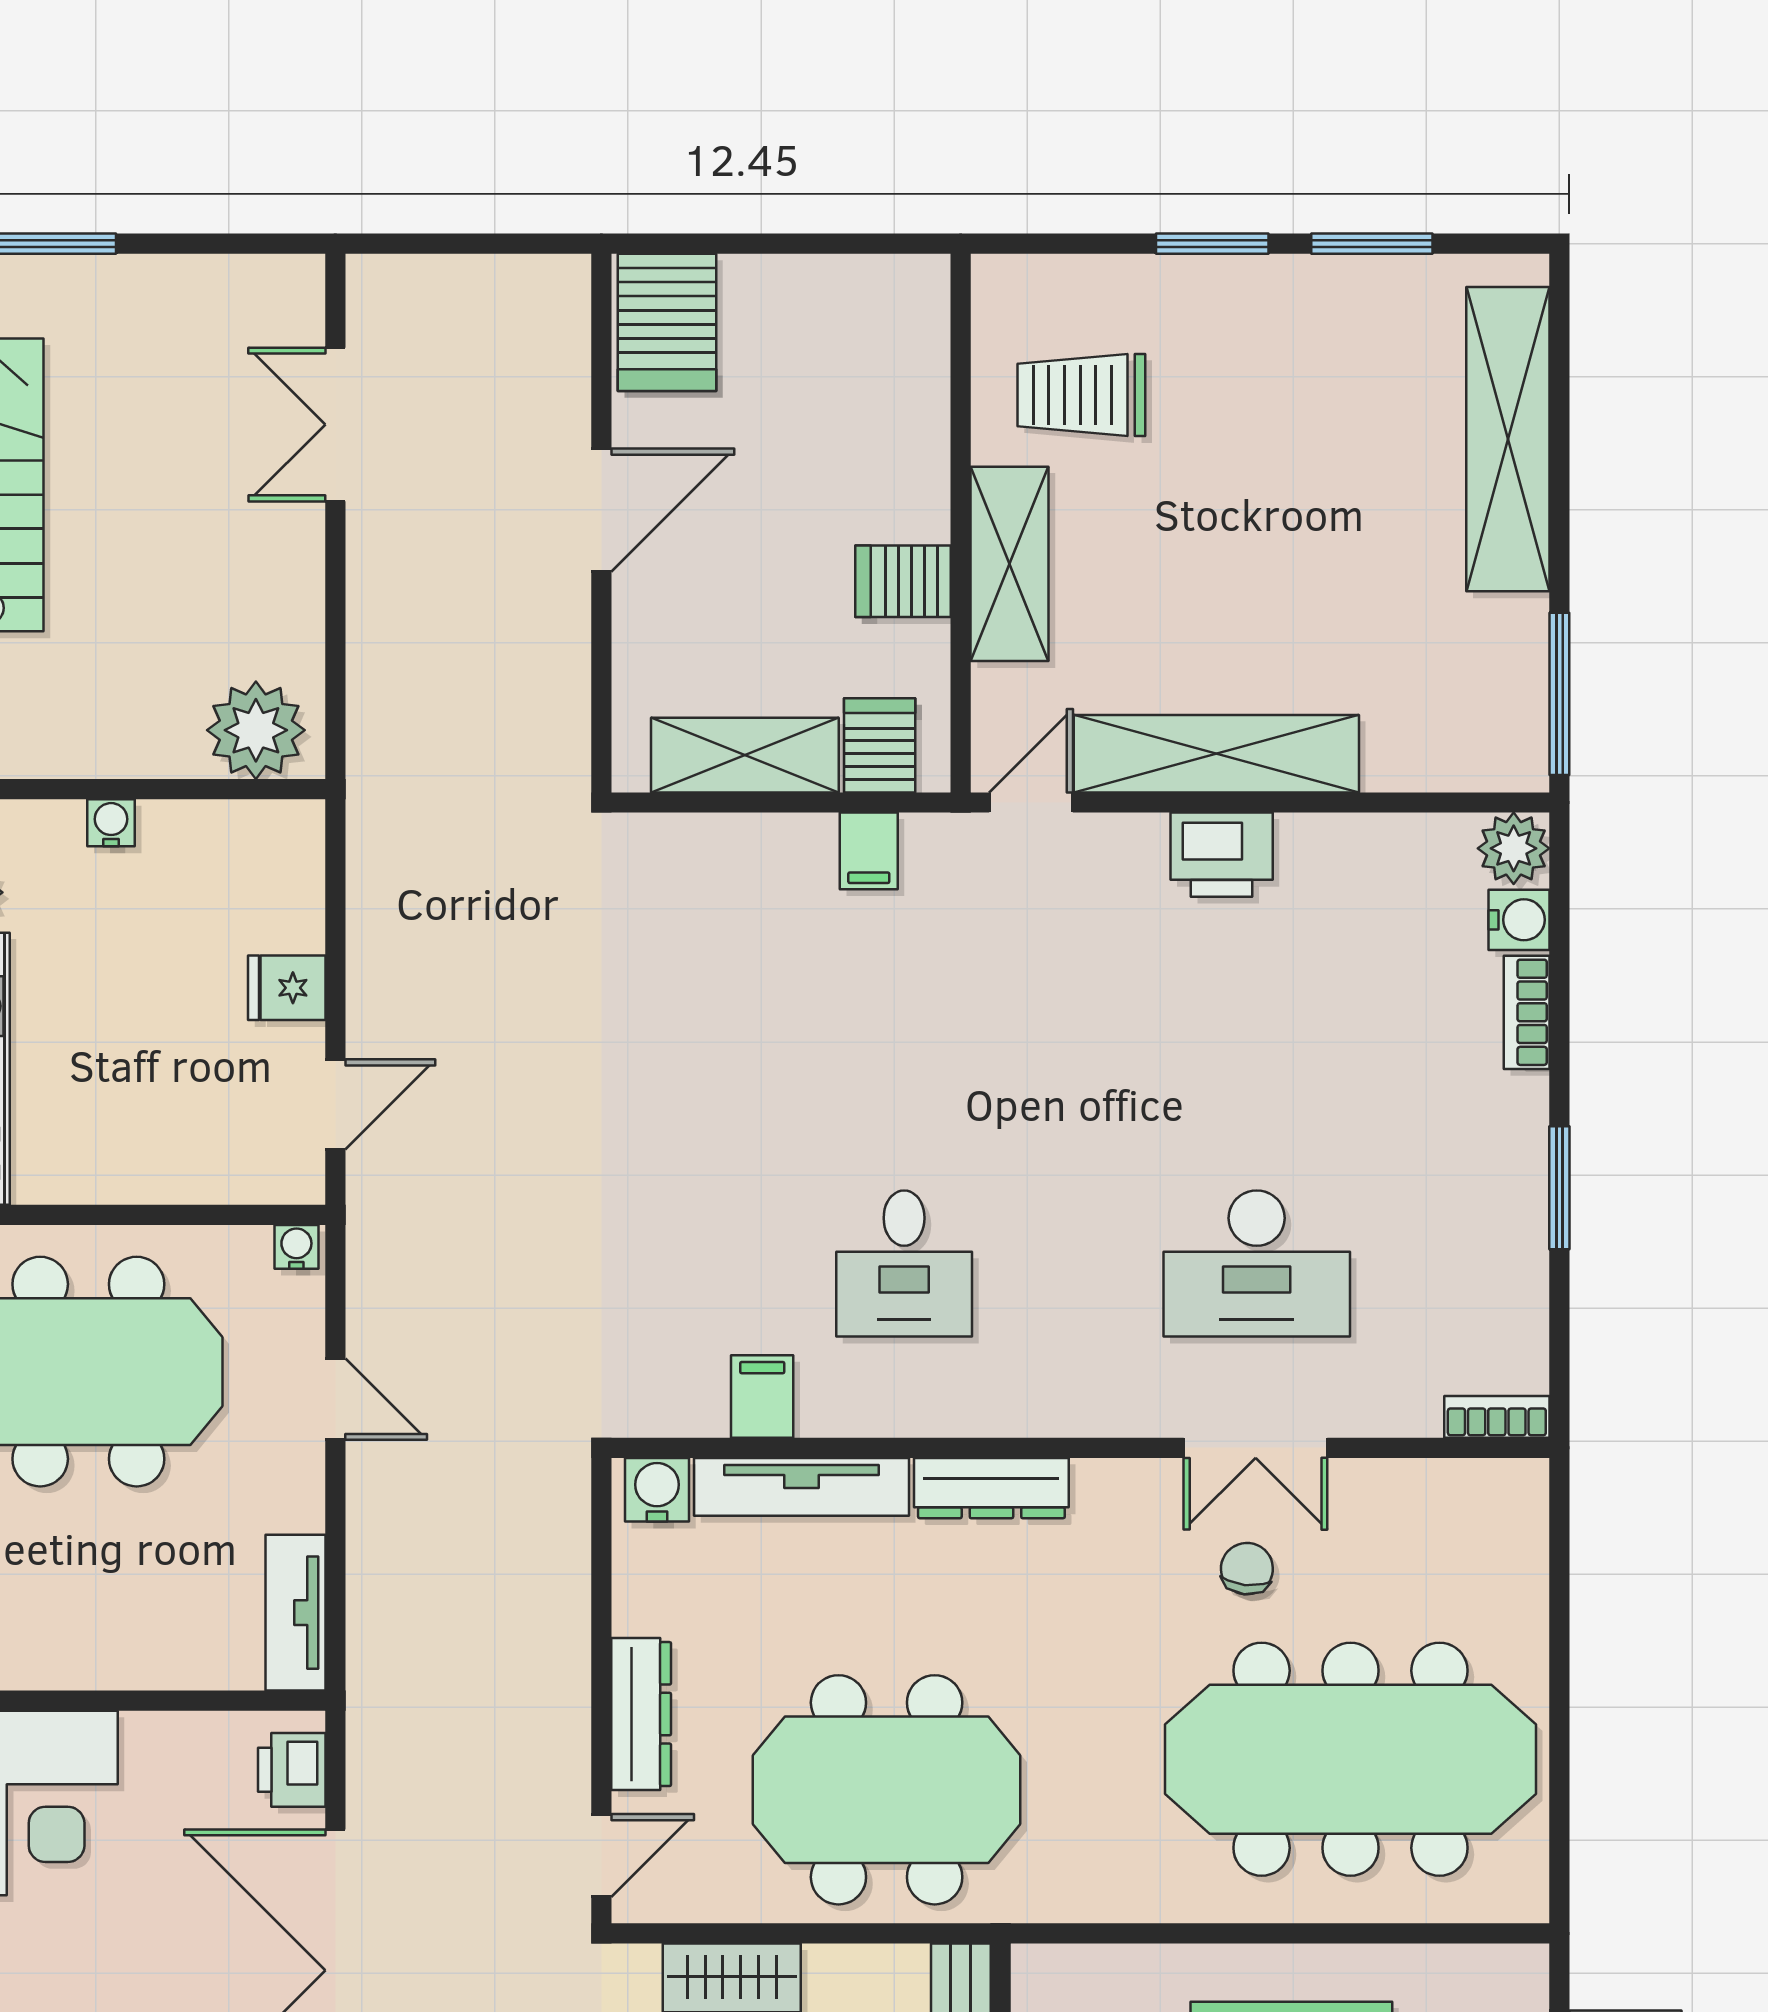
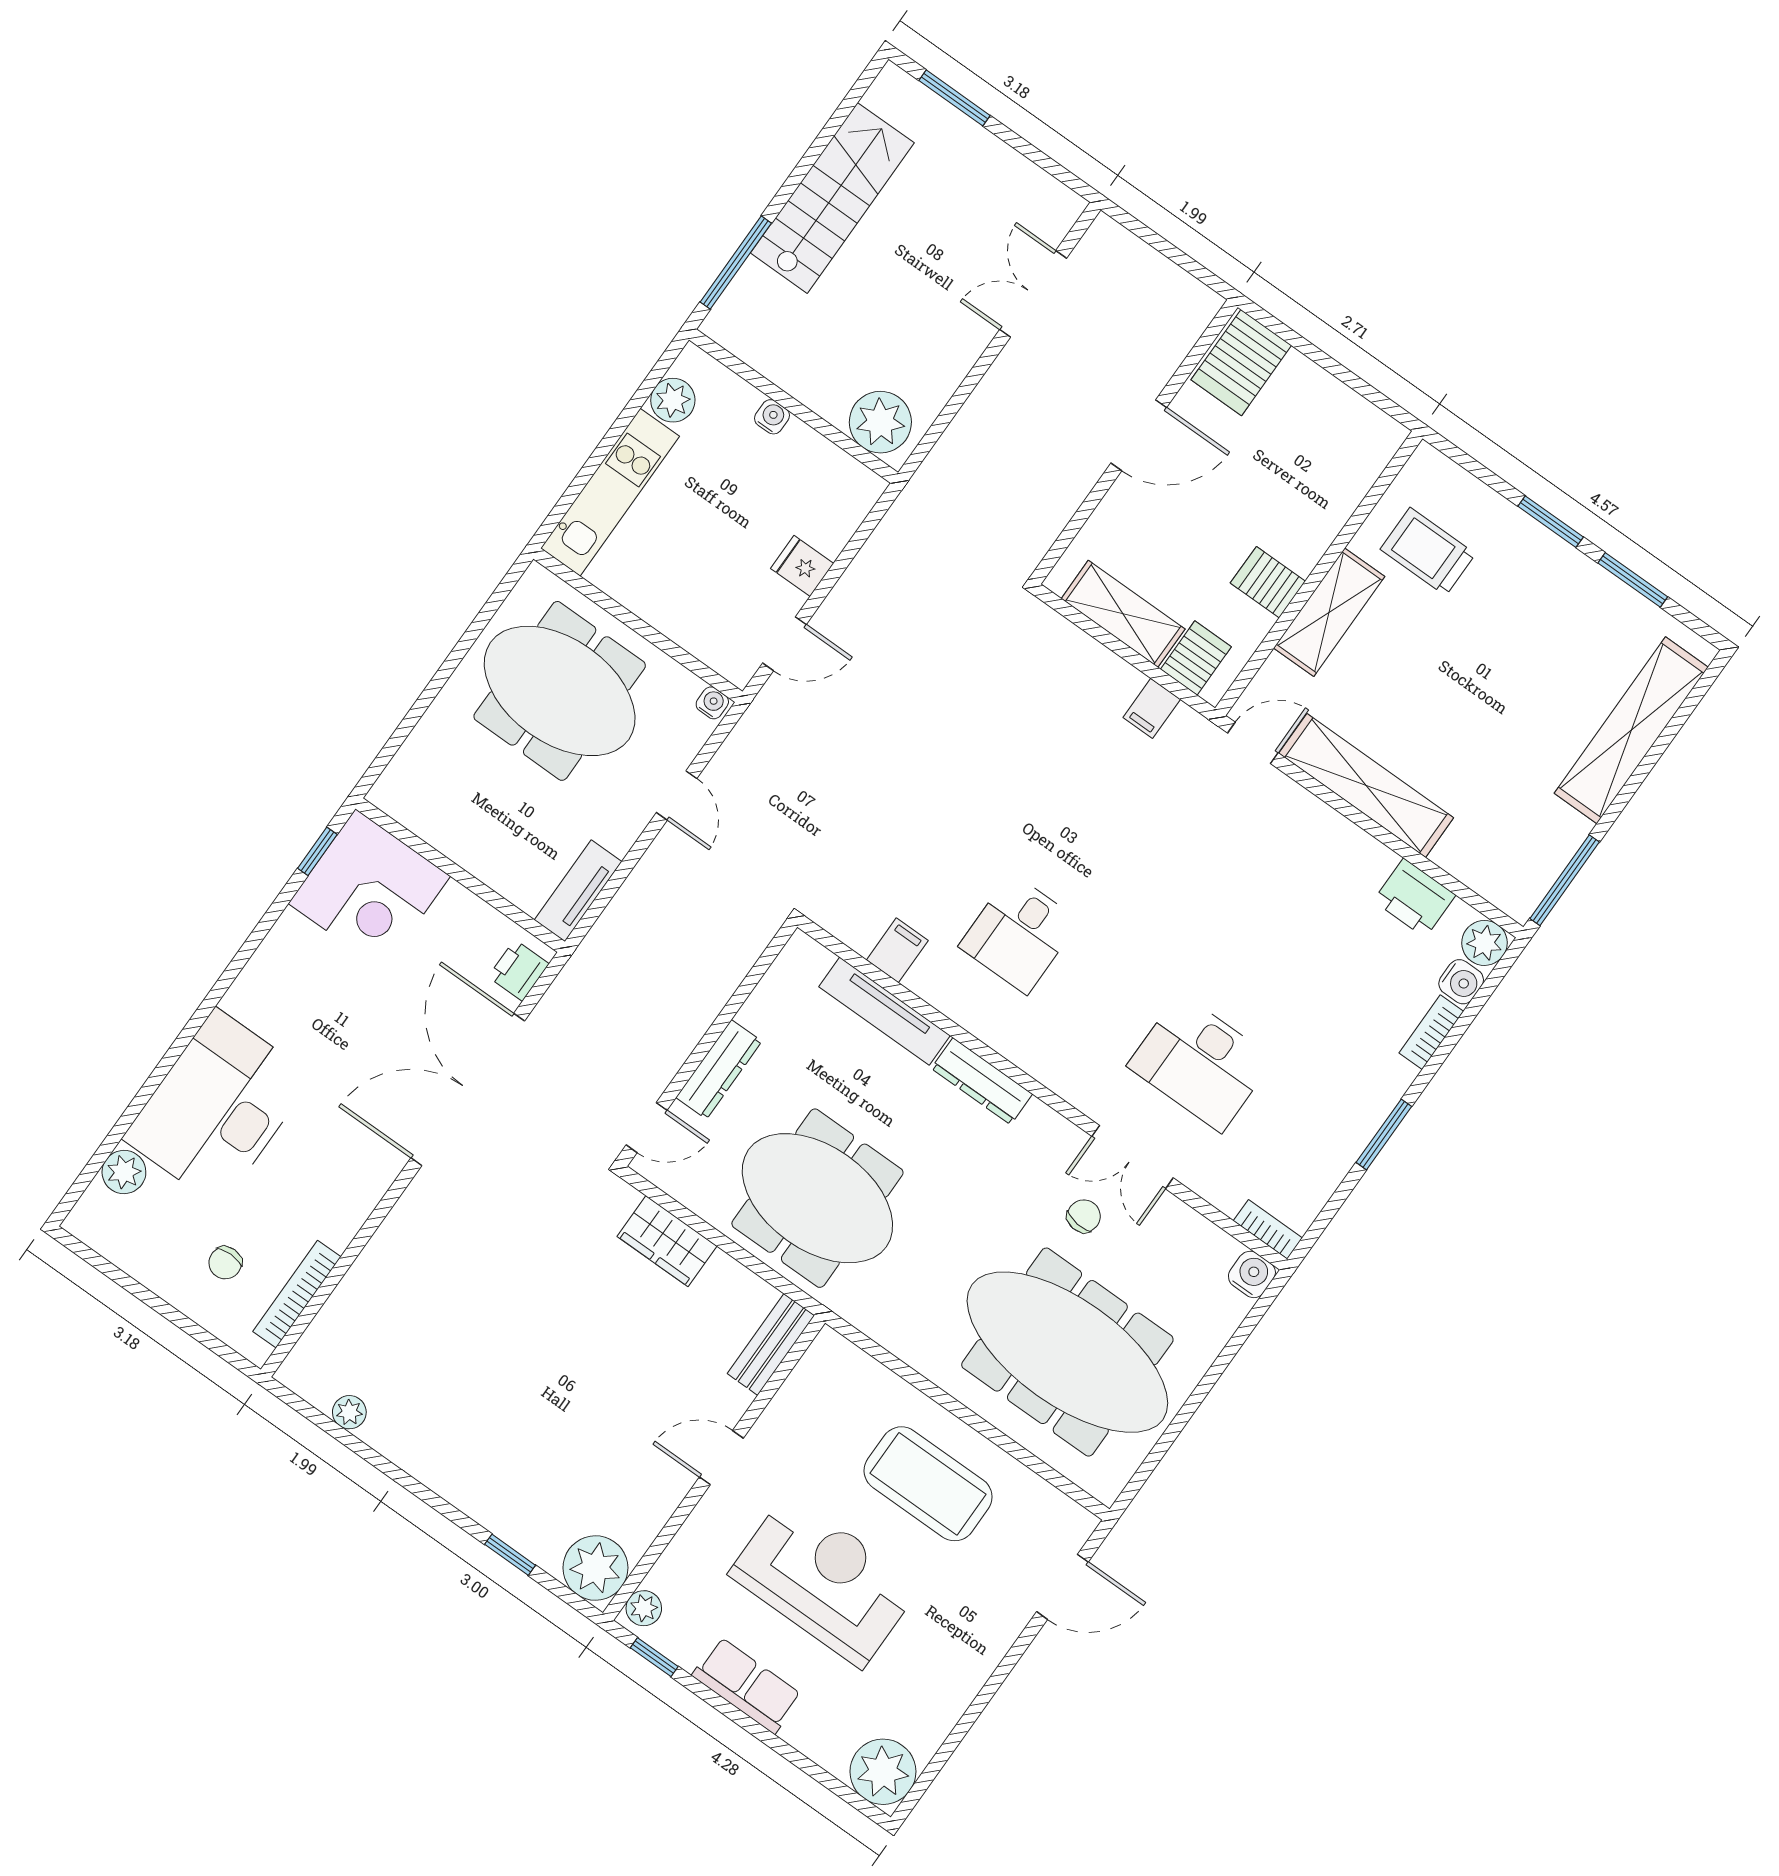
printer: (1222, 855) -> (1414, 898), moved
water cooler: (657, 1490) -> (1252, 1274), moved

